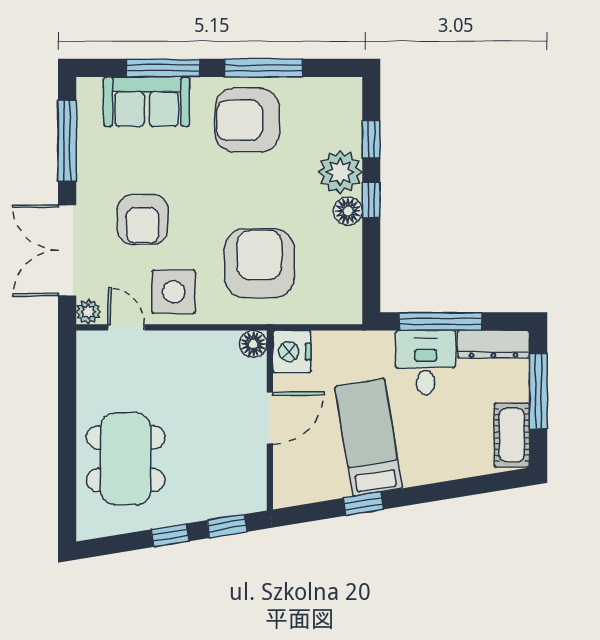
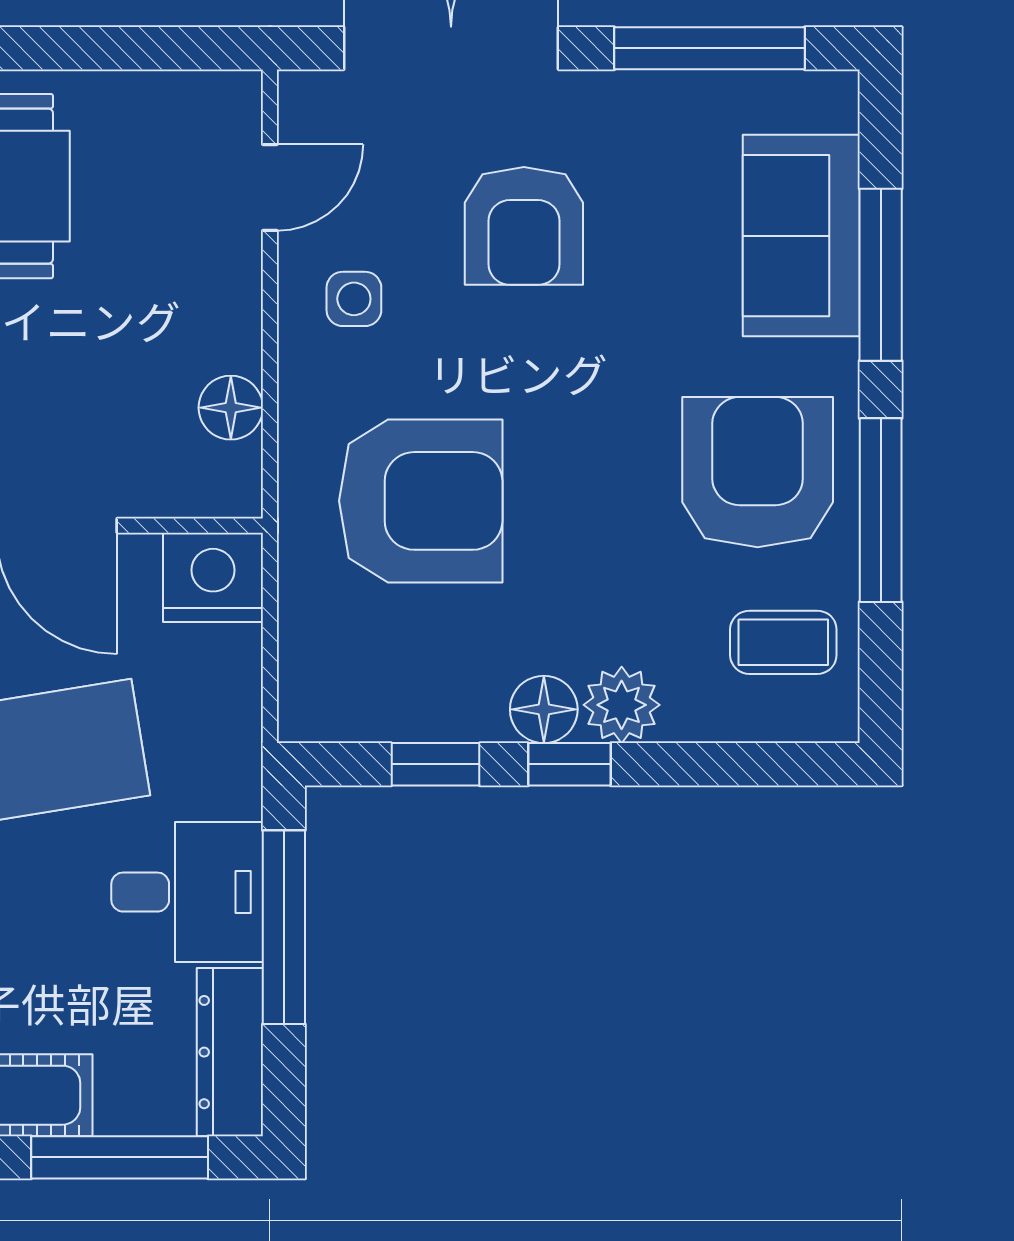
coffee table: (319, 109) -> (783, 642), added
window: (371, 139) -> (435, 764), moved
plant: (340, 172) -> (622, 705), width x0.73, depth x0.73
armchair: (143, 219) -> (524, 226), turned -90
side table: (174, 292) -> (354, 299), width x0.54, depth x0.54
plant: (88, 312) -> (307, 98), removed
floor lamp: (253, 344) -> (231, 408), moved

